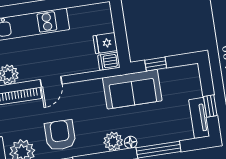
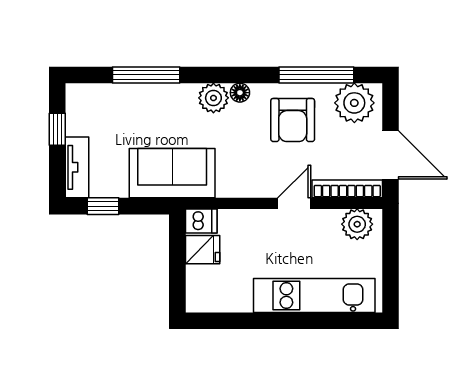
window: (156, 64) -> (103, 206), moved
tv unit: (199, 118) -> (77, 167), moved
floor lamp: (131, 142) -> (240, 93), moved

